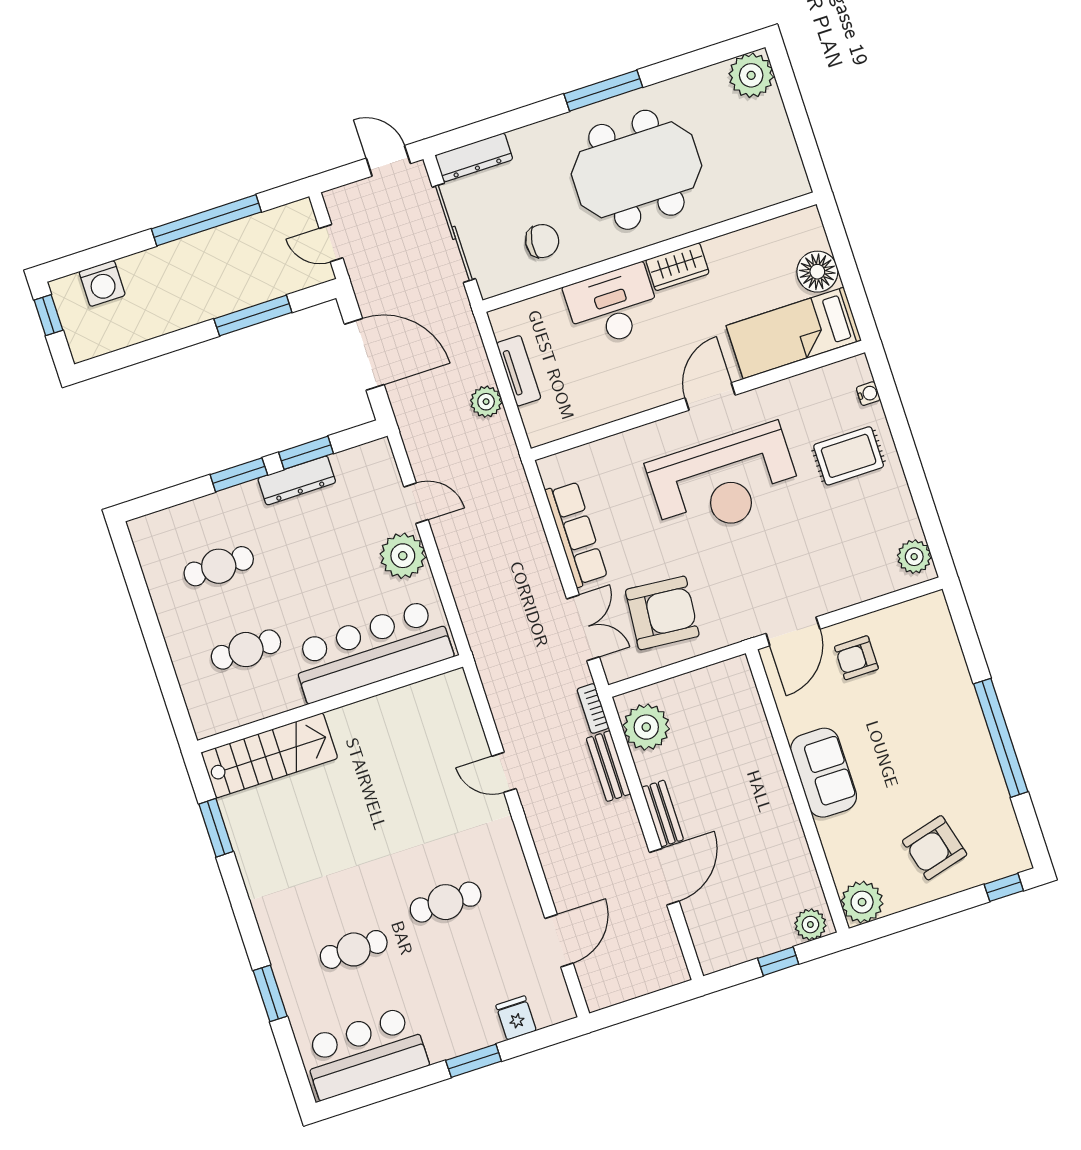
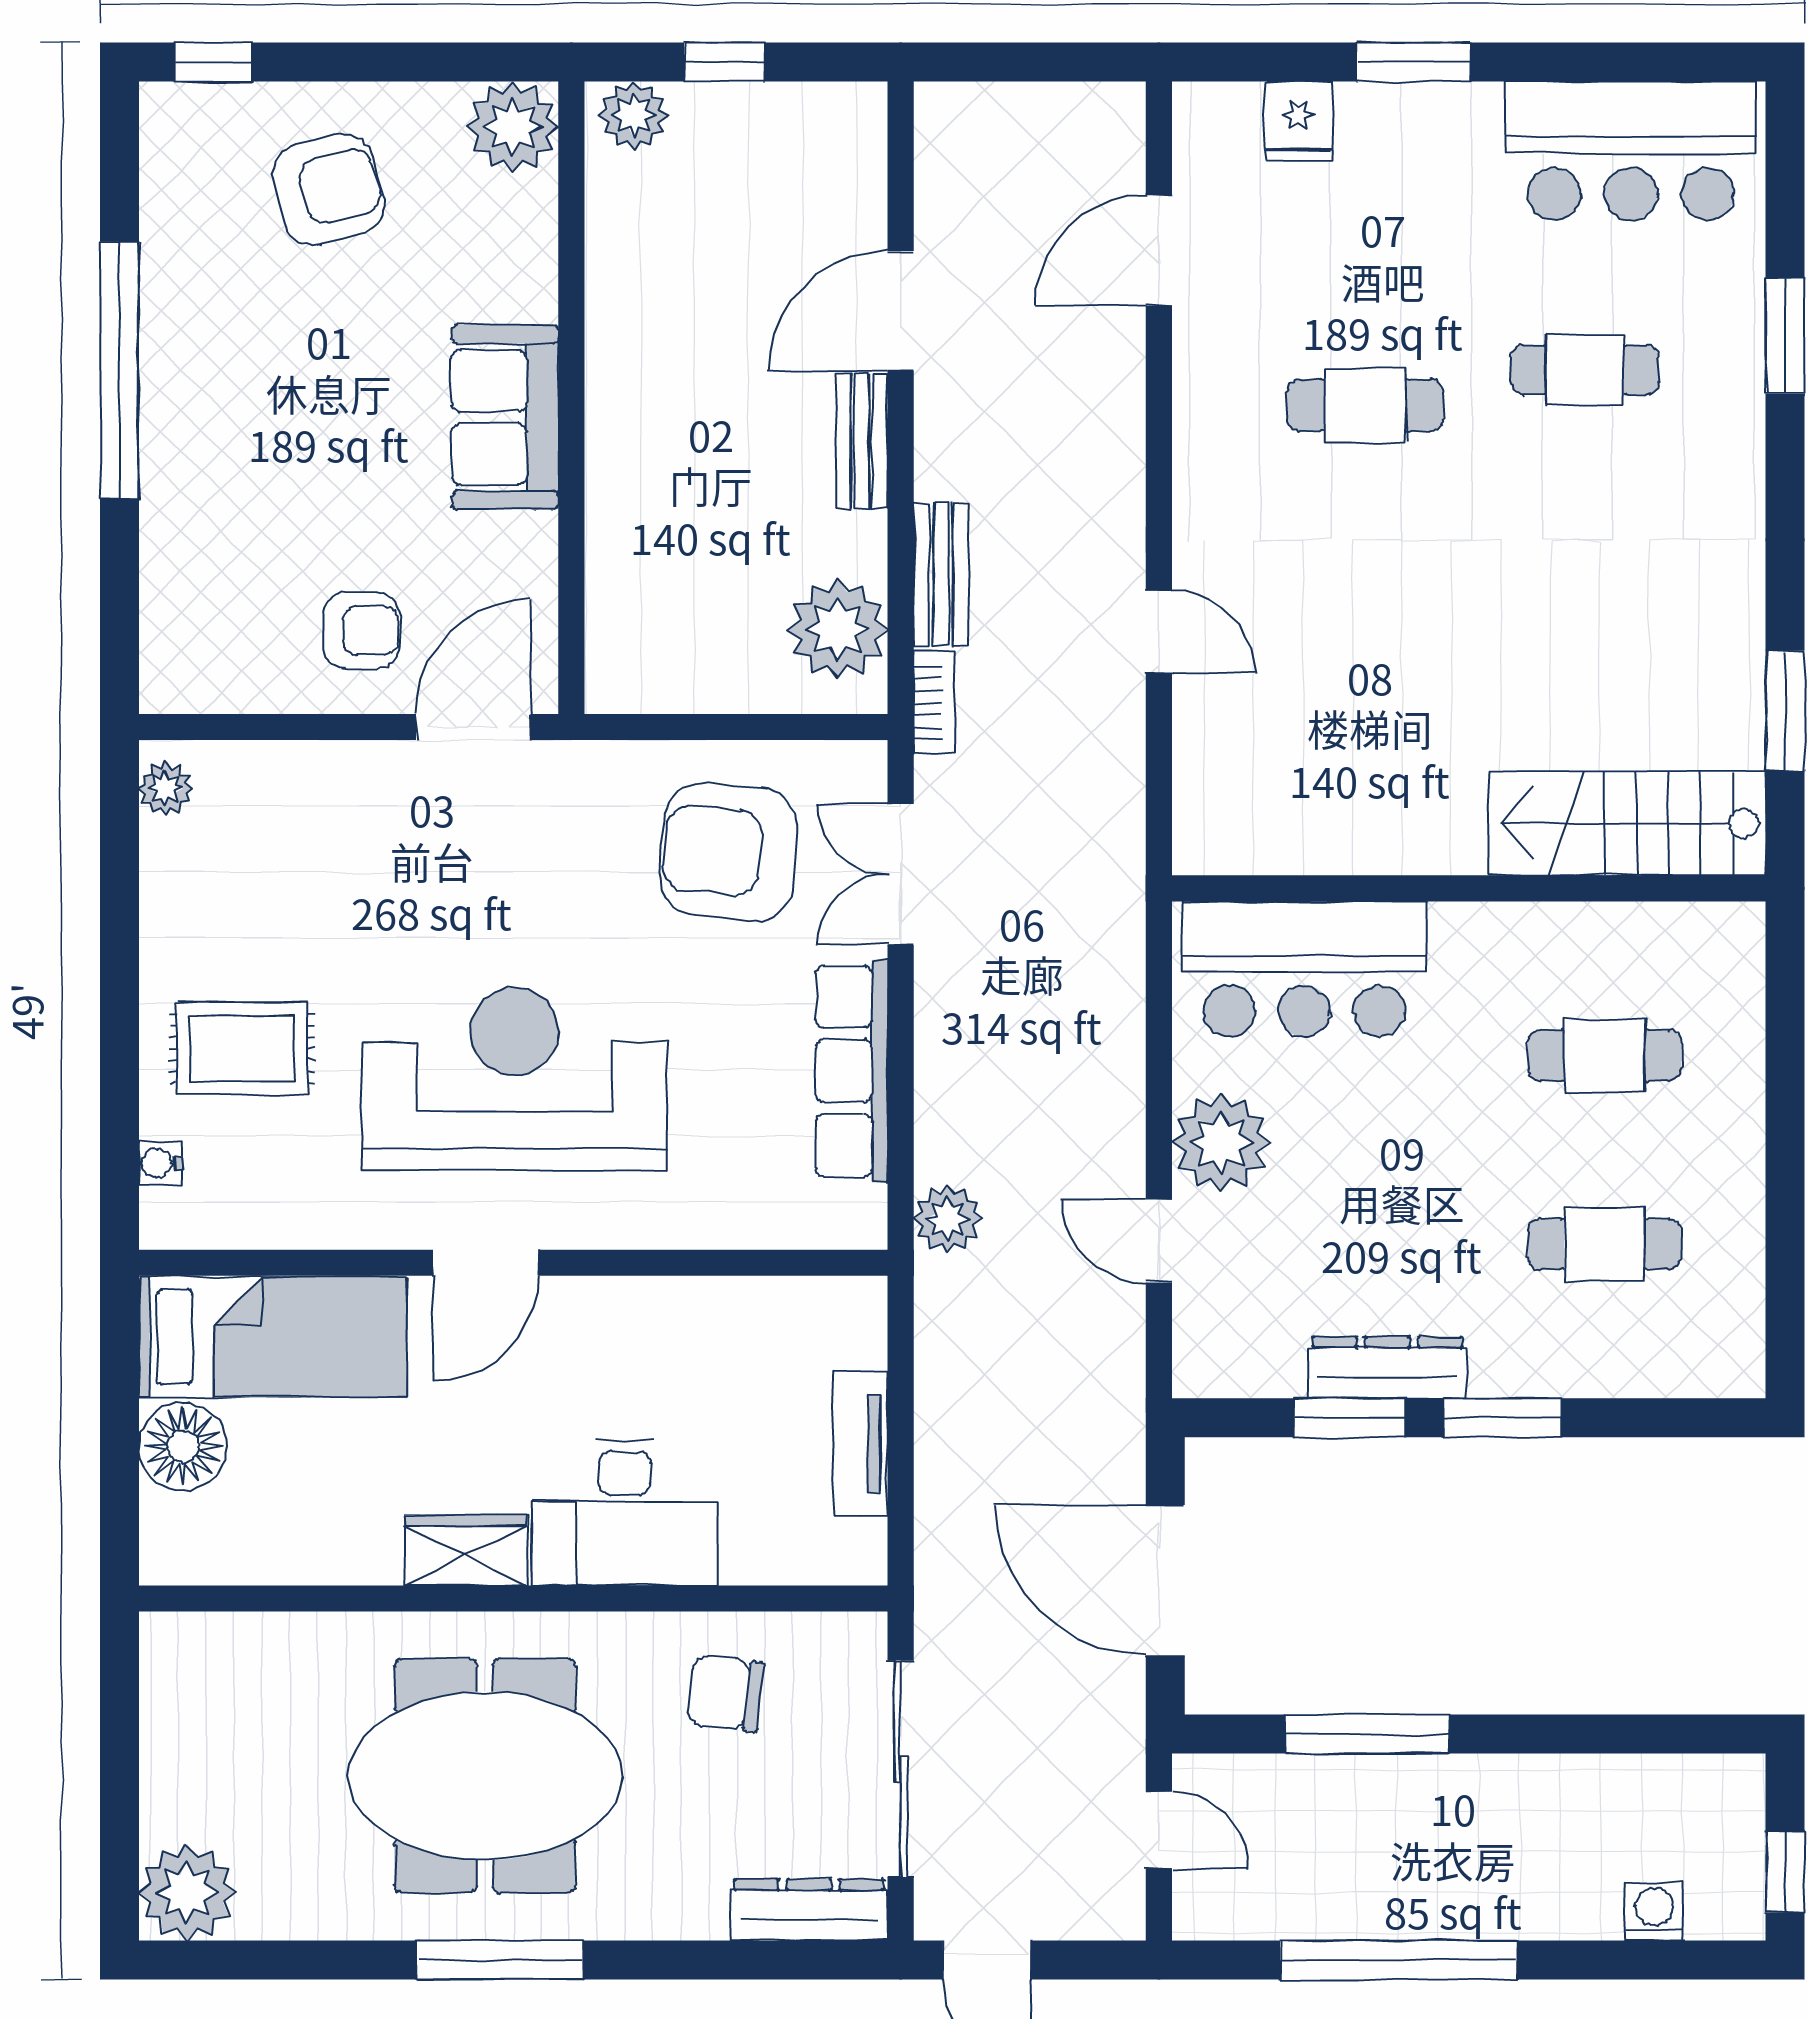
washing machine: (102, 283) -> (1654, 1912), width x0.73, depth x0.73
plant: (486, 402) -> (948, 1219), moved
plant: (914, 557) -> (165, 789), width x0.73, depth x0.73
bar counter: (371, 651) -> (1304, 969), width x0.73

